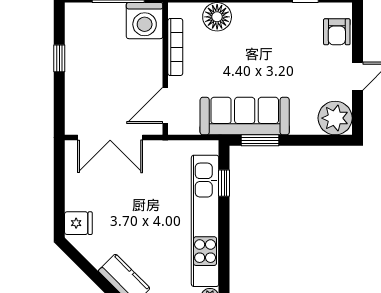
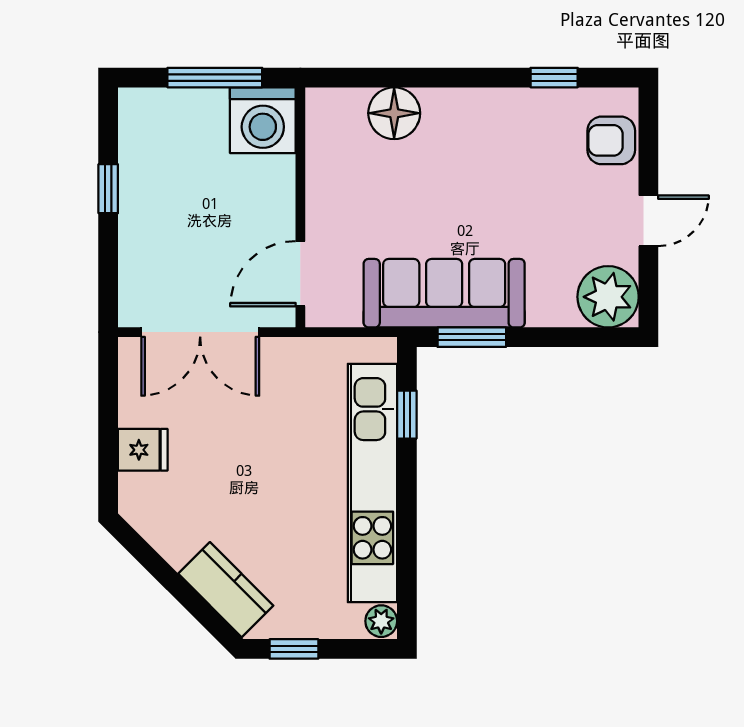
armchair: (337, 32) -> (611, 140), turned 90
bookcase: (175, 47) -> (318, 168), removed
fridge: (78, 223) -> (143, 450), moved

